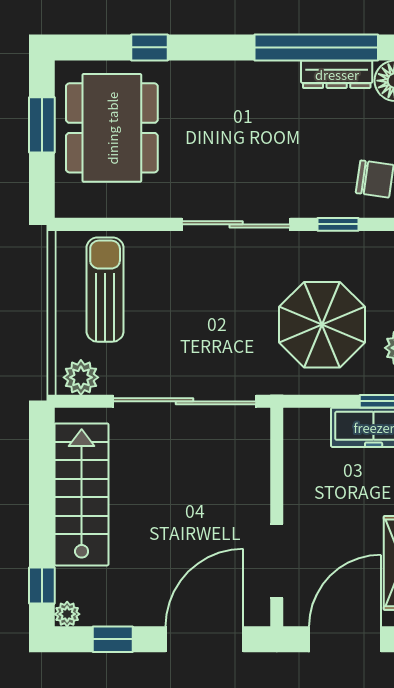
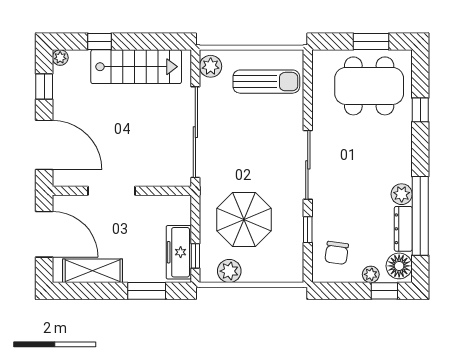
plant: (282, 77) -> (402, 194), added
doorway: (277, 561) -> (111, 191), moved
window: (42, 586) -> (99, 41), moved

